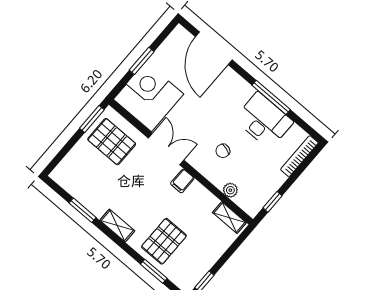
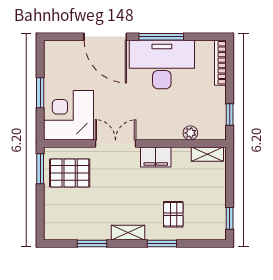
door: (214, 48) -> (105, 37), moved
desk: (264, 120) -> (162, 65), width x1.36, depth x1.30
chair: (223, 151) -> (159, 108), removed
filing cabinet: (182, 181) -> (156, 157), width x2.00
pallet: (164, 241) -> (173, 214), width x0.67, depth x0.71
window: (154, 271) -> (162, 243), moved

